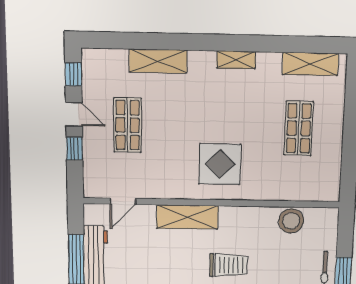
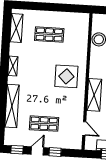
shelving: (158, 61) -> (12, 106), width x1.47

